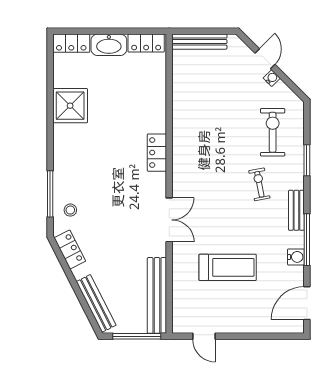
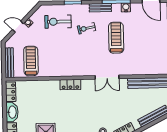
treadmill: (202, 81) -> (31, 61), added
double door: (169, 220) -> (107, 77), swing flipped
treadmill: (228, 267) -> (116, 38), moved

